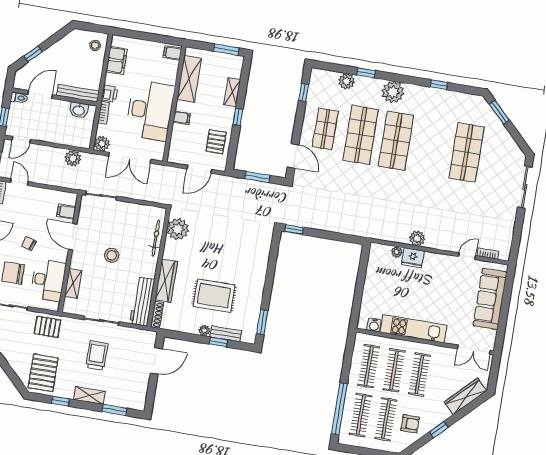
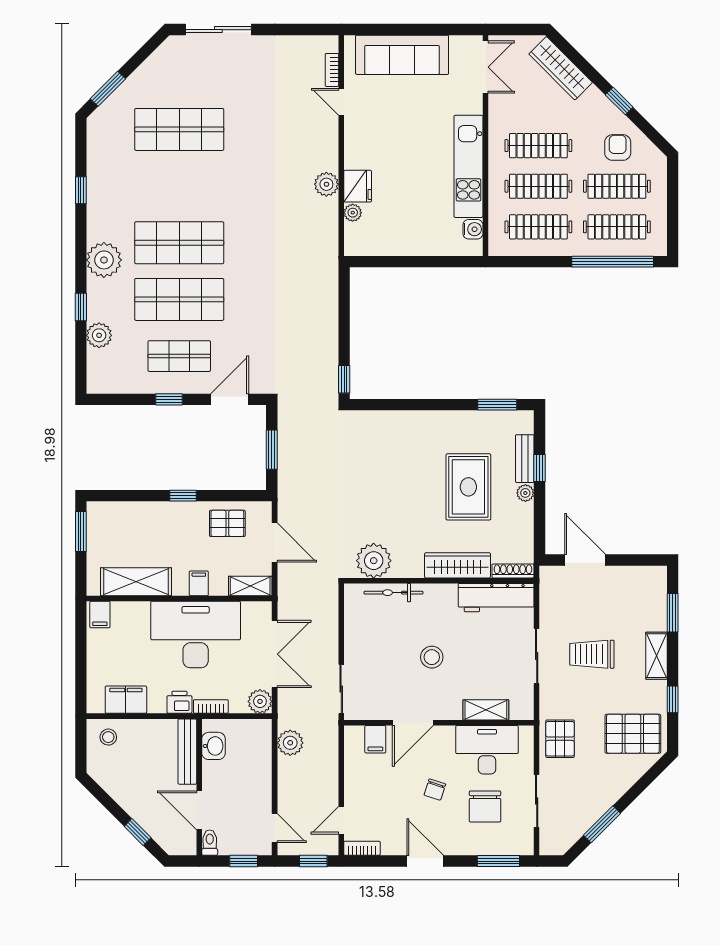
shelving: (232, 92) -> (250, 586), moved
window: (304, 93) -> (169, 399), moved

